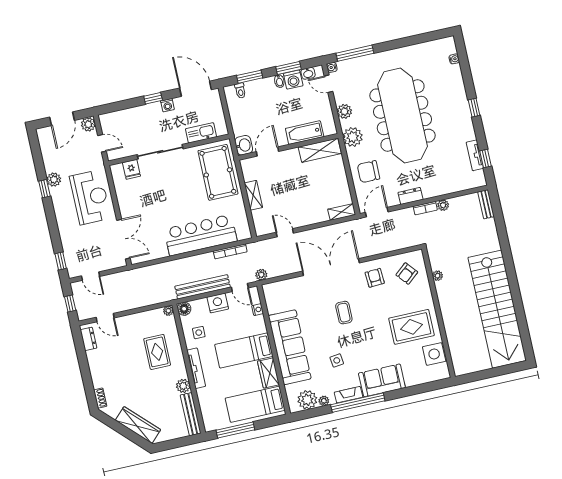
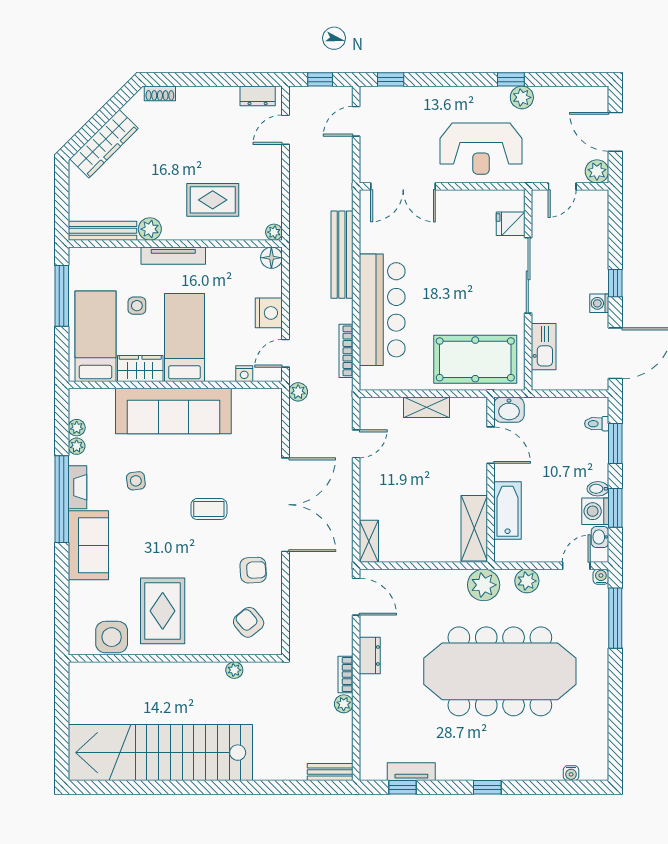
chair: (368, 172) -> (423, 598), removed
bench: (203, 287) -> (342, 255), moved
side table: (199, 333) -> (137, 306), moved
plant: (307, 400) -> (77, 428), width x0.53, depth x0.53

